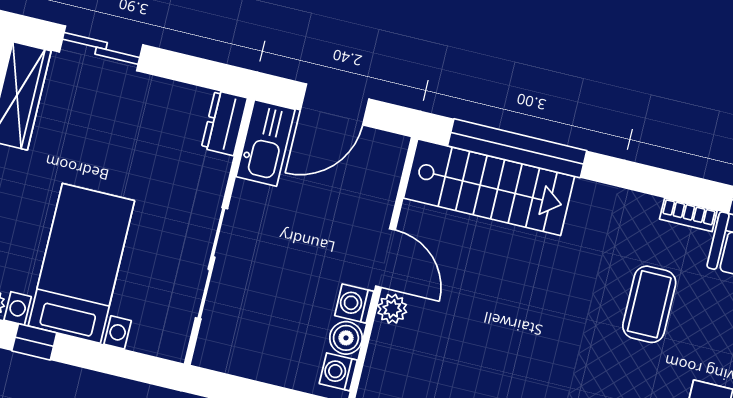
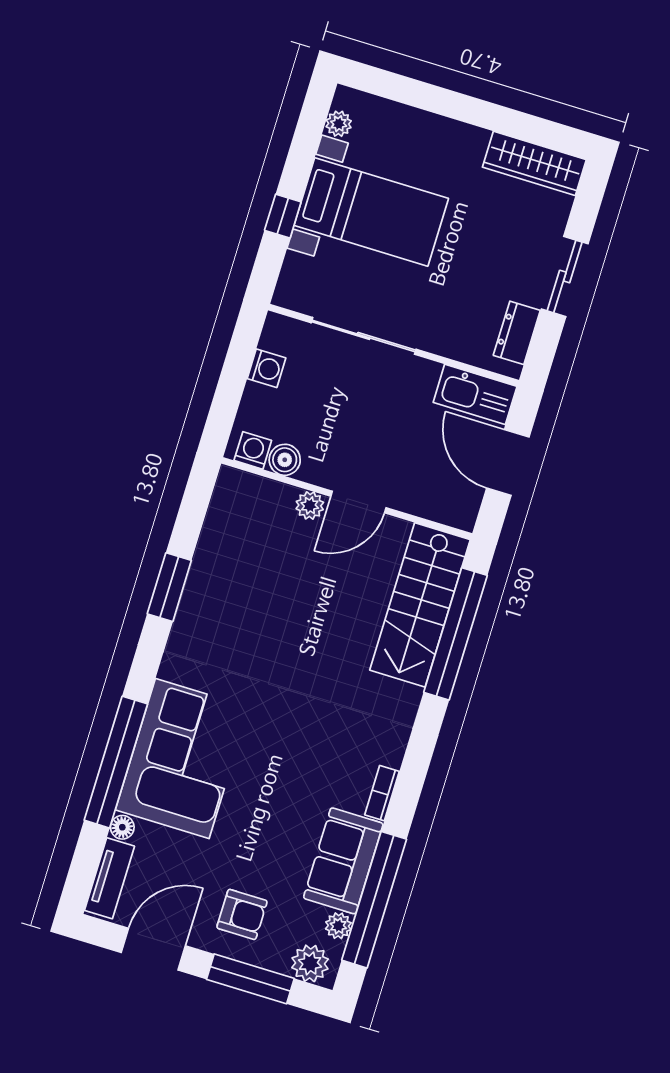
sliding door: (101, 48) -> (565, 276), moved
dresser: (224, 123) -> (517, 333), moved, turned -90
washing machine: (354, 304) -> (267, 368), moved, turned 90
coffee table: (649, 304) -> (299, 751), removed
window: (34, 342) -> (283, 216), moved

